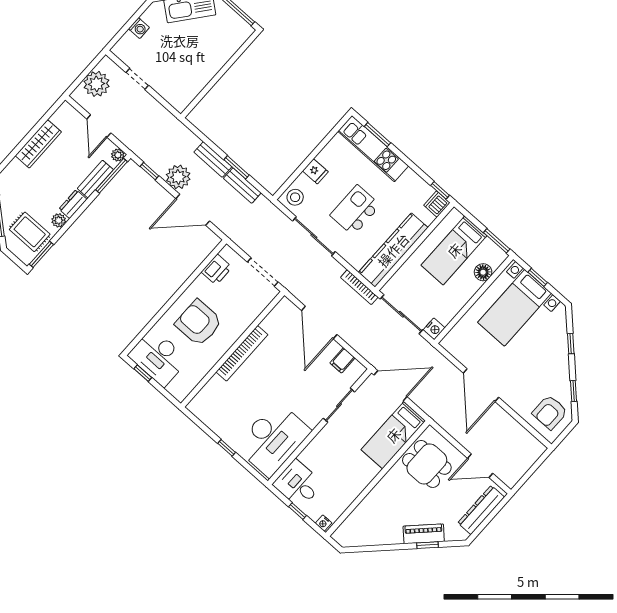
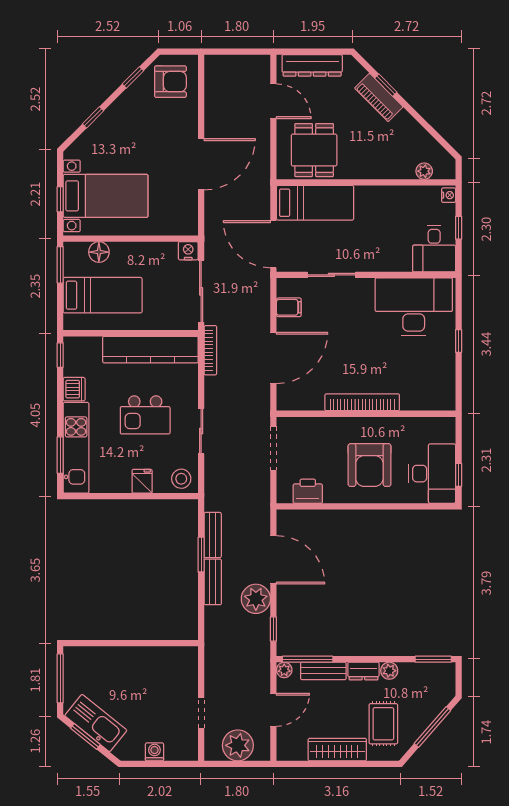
dishwasher: (437, 204) -> (74, 389), moved, turned -90
rug: (30, 232) -> (383, 724), moved
sliding door: (314, 236) -> (201, 431), width x0.73
plant: (352, 521) -> (424, 171), added

